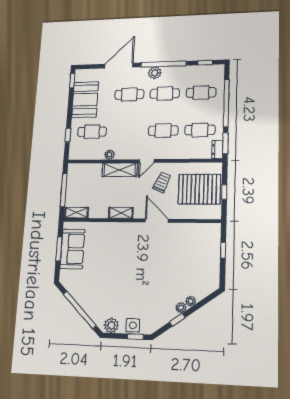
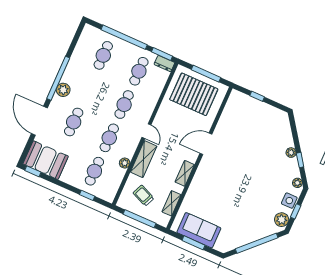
window: (205, 63) -> (75, 40), removed
cafe table: (165, 94) -> (109, 138), moved
booth: (85, 100) -> (46, 160), moved
trolley: (162, 182) -> (143, 196), moved
pallet: (199, 189) -> (194, 94), turned 90
window: (224, 192) -> (206, 74), width x2.17
shelving: (76, 213) -> (171, 203), moved
plant: (191, 301) -> (297, 183), moved
window: (135, 337) -> (296, 211), moved

